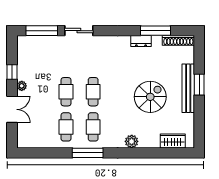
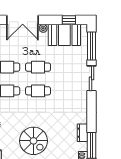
booth: (29, 62) -> (64, 35), added
window: (12, 72) -> (69, 20), moved
double door: (12, 109) -> (23, 20), width x1.37

